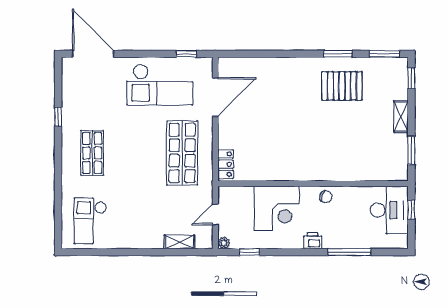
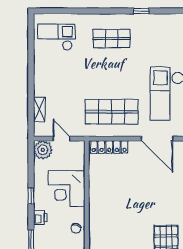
locker: (226, 164) -> (109, 147), width x1.53
plant: (224, 243) -> (43, 150), width x1.87, depth x1.87
window: (249, 252) -> (31, 196), moved

